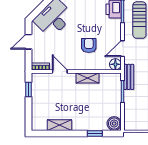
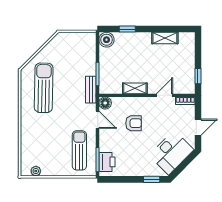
armchair: (89, 45) -> (134, 123), turned -90
door: (123, 49) -> (98, 120), hinge flipped
door: (60, 71) -> (165, 95), swing flipped

